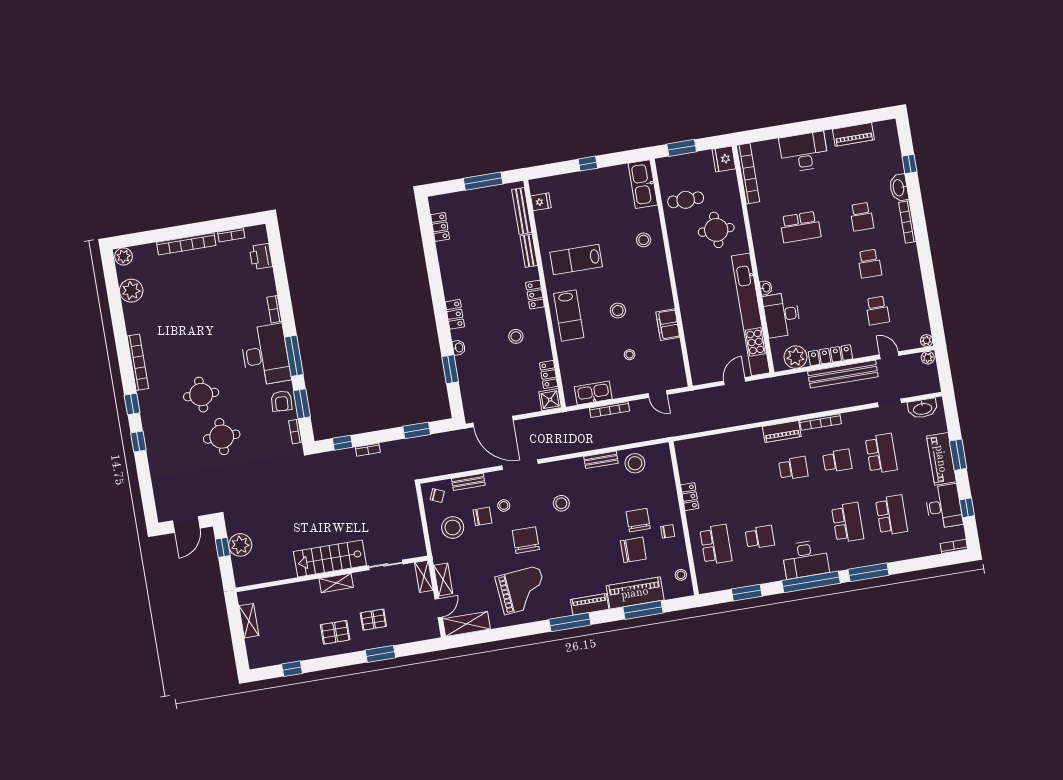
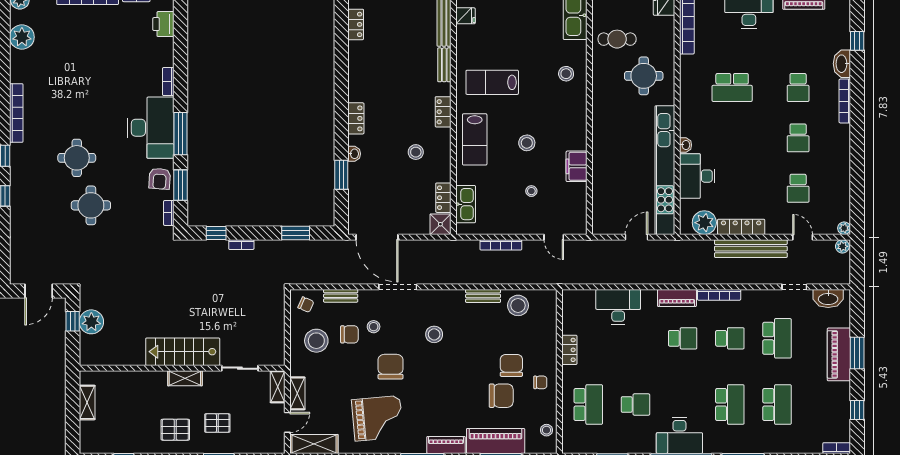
kitchen sink: (593, 393) -> (466, 204), moved, turned 90
desk: (944, 506) -> (618, 307), moved, turned -90

